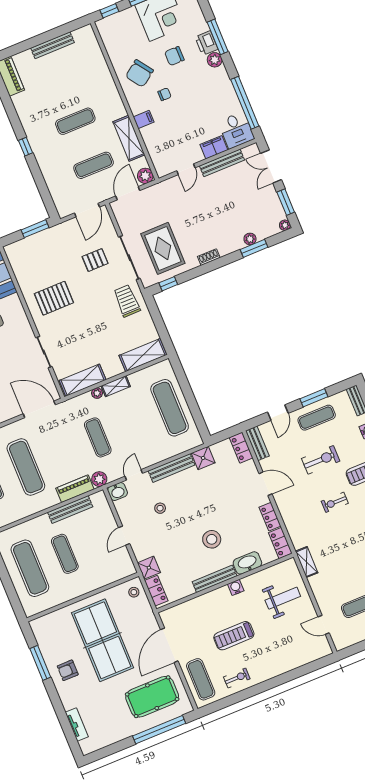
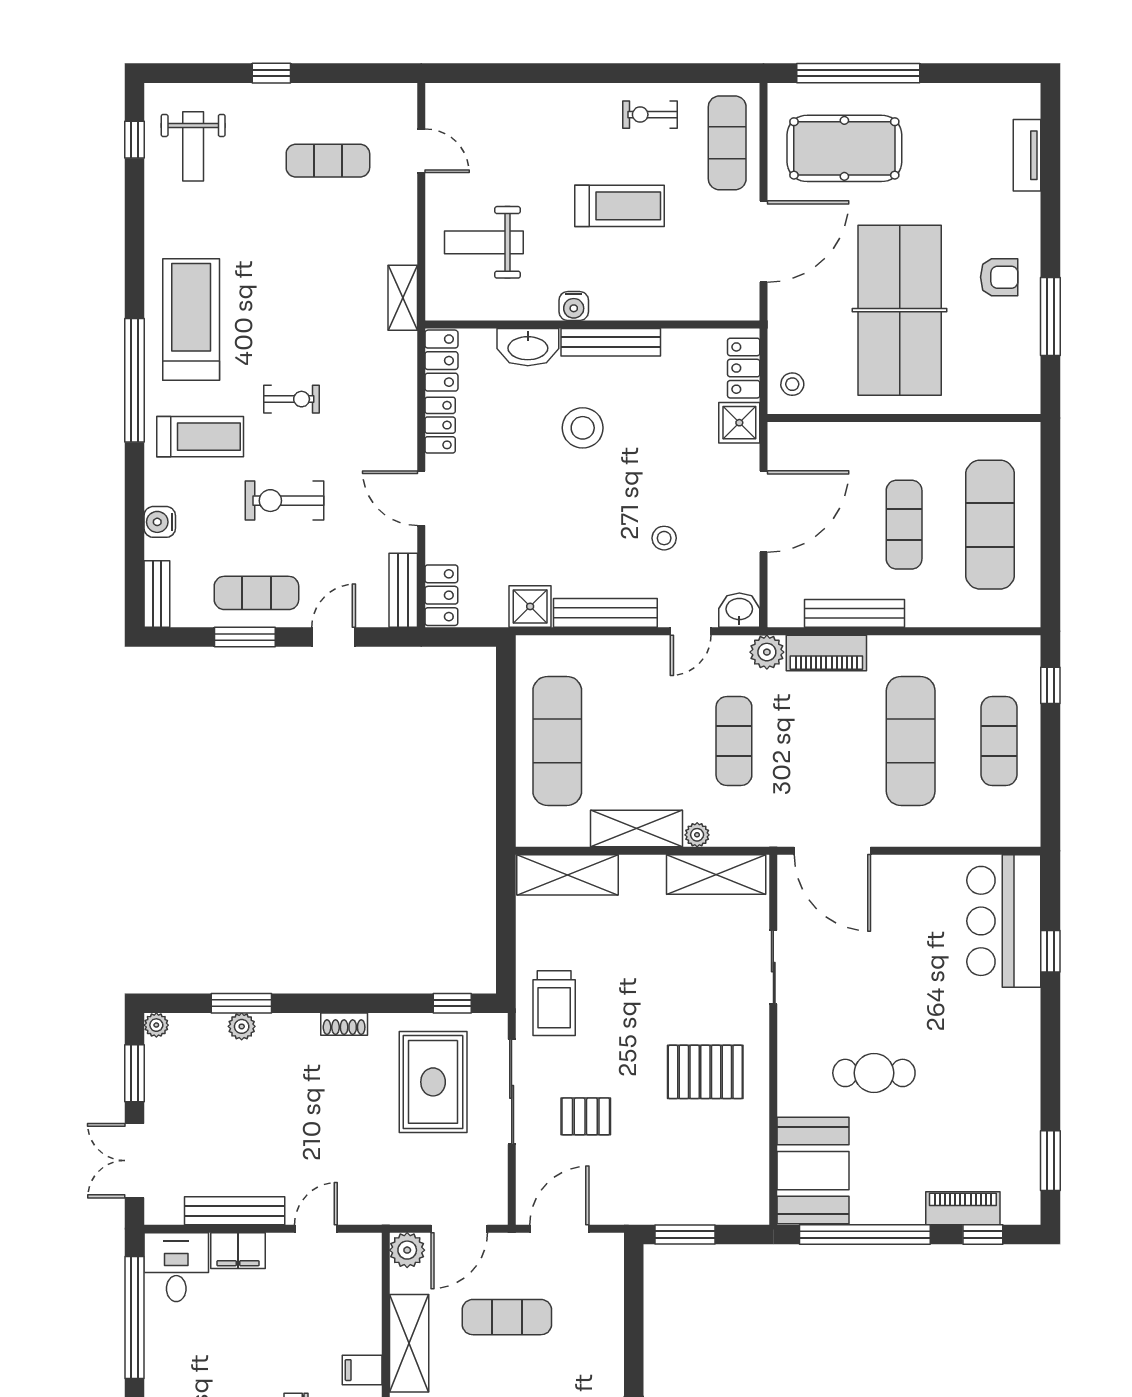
double door: (271, 166) -> (134, 1161), swing flipped
shelving: (116, 386) -> (636, 829), width x1.50, depth x1.33
door: (124, 536) -> (764, 512), width x1.87

